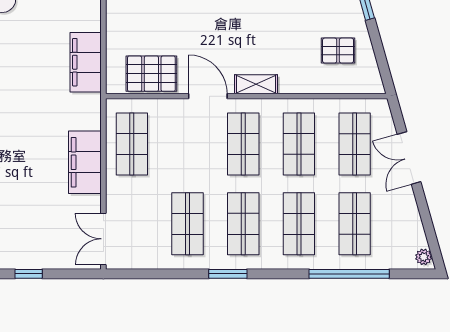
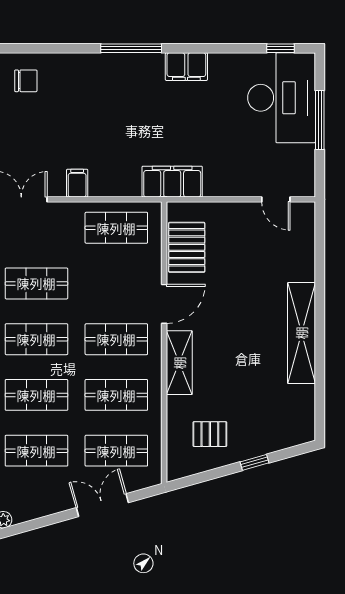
pallet: (338, 51) -> (210, 434), turned 90
filing cabinet: (86, 62) -> (172, 182), moved
shelving: (256, 84) -> (179, 363), width x1.50, depth x1.33
filing cabinet: (85, 162) -> (77, 183), width x0.33, depth x0.86

